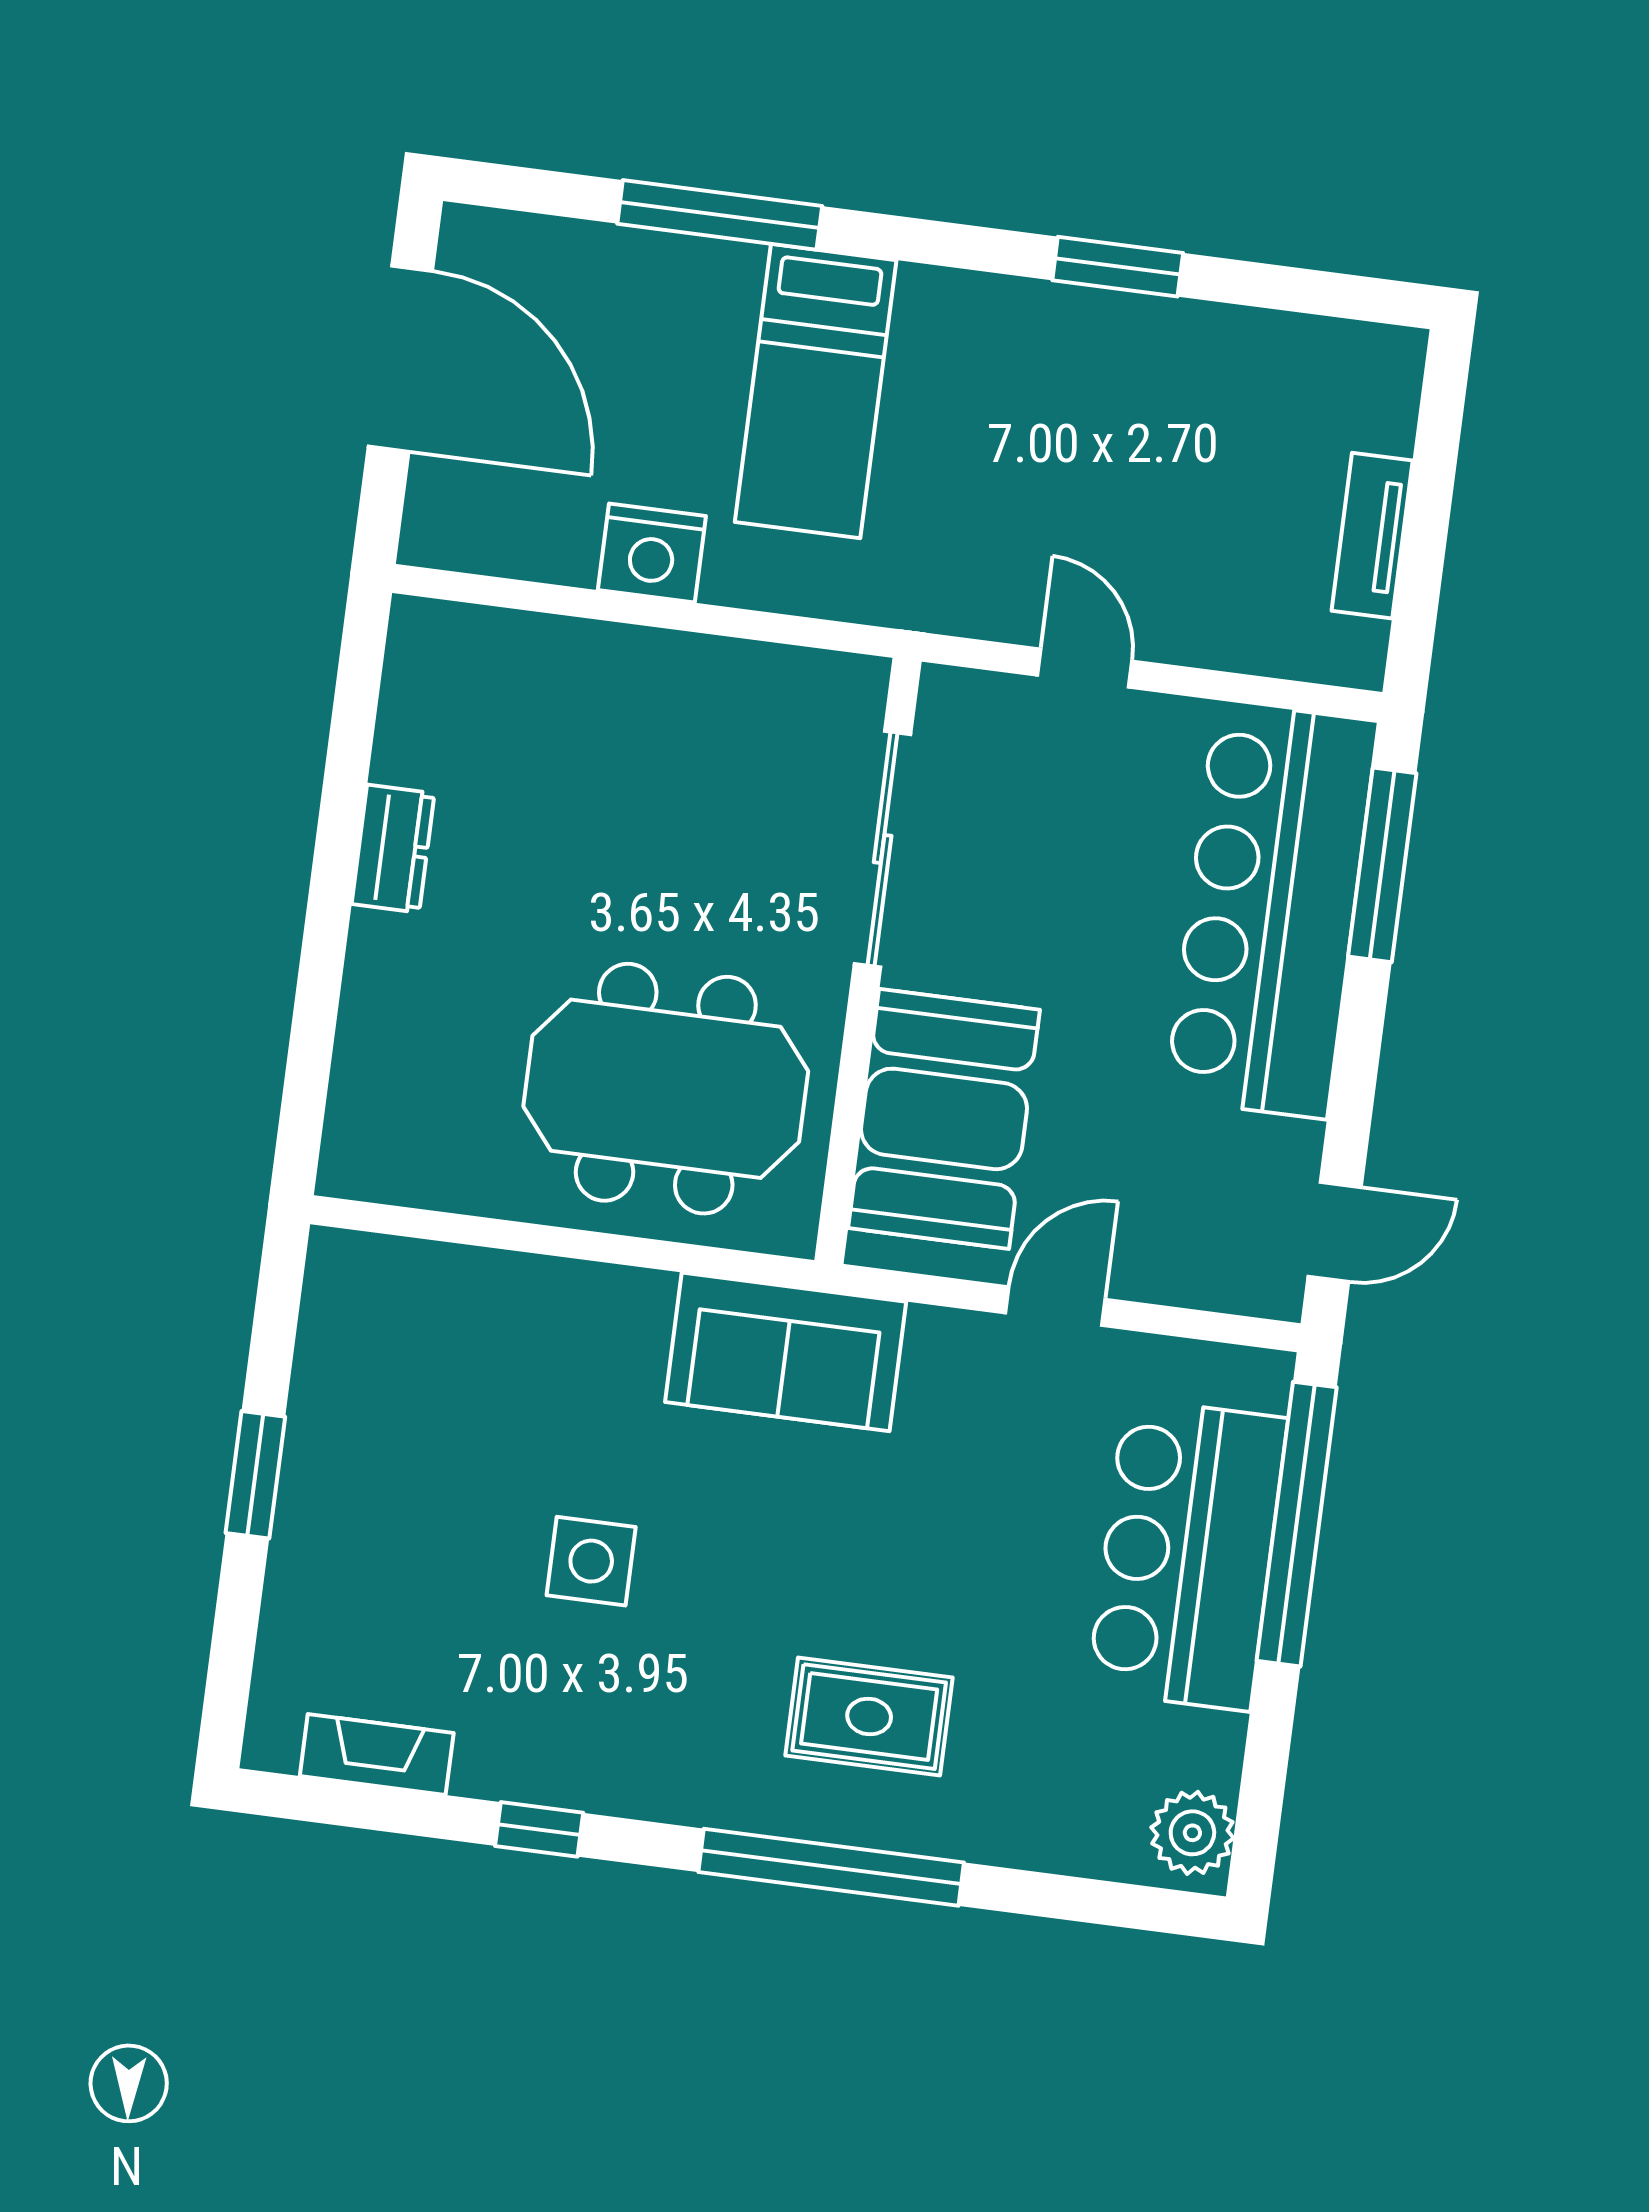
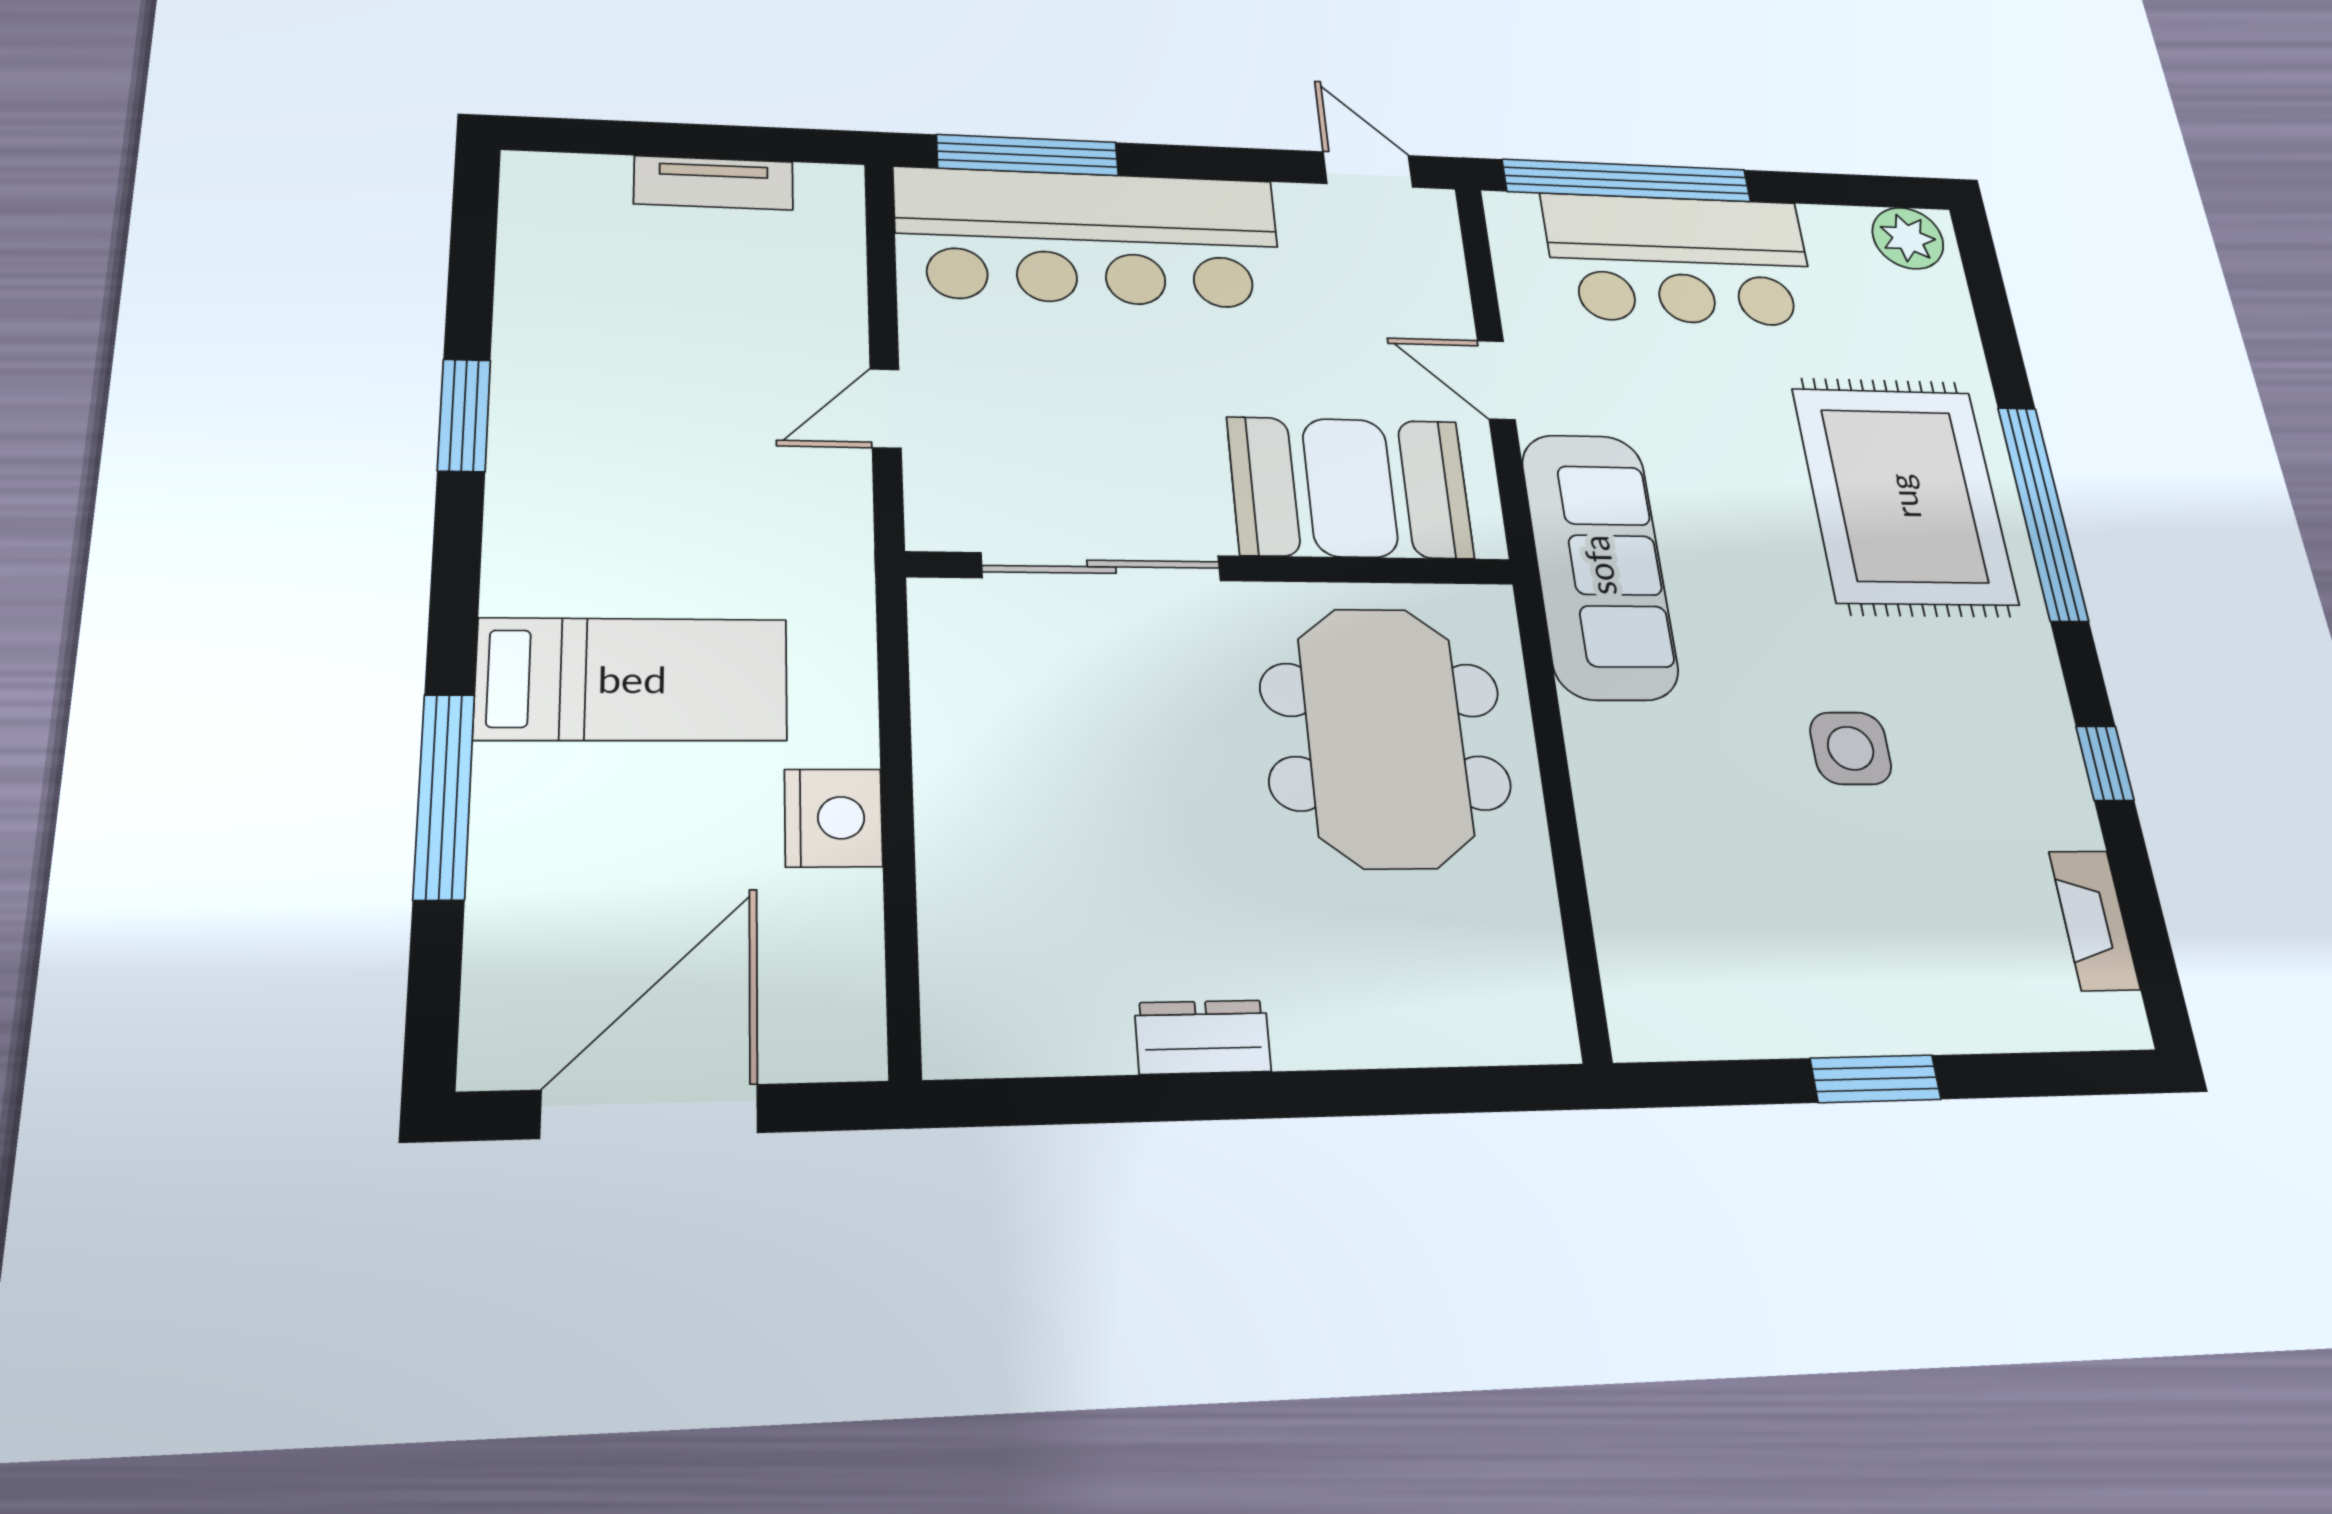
sofa: (786, 1352) -> (1599, 565), width x1.36
rug: (869, 1717) -> (1904, 496), width x1.86, depth x2.06

